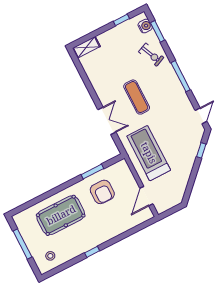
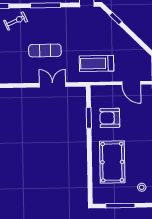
treadmill: (149, 153) -> (96, 63), width x0.73, depth x0.73
armchair: (102, 192) -> (110, 118), turned 180

